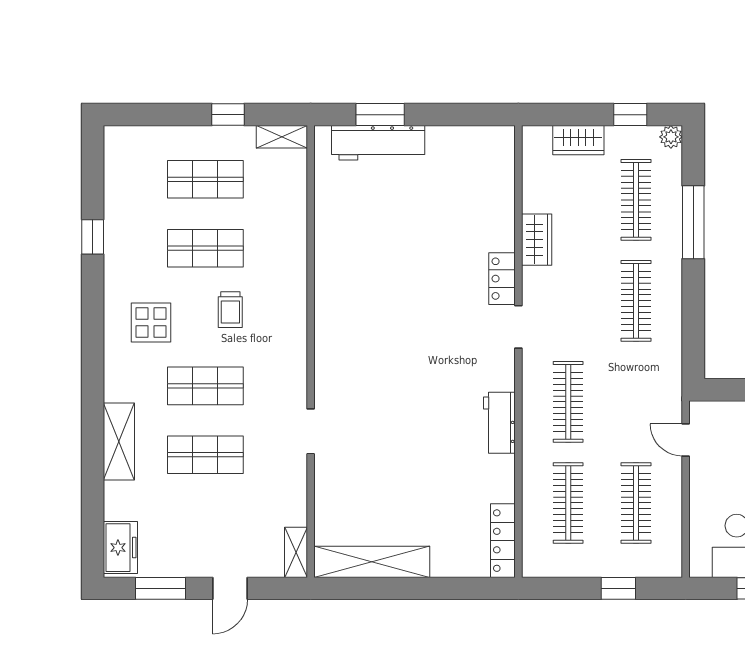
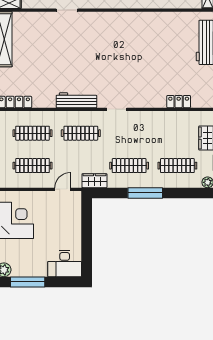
window: (693, 222) -> (145, 193), moved
wardrobe: (537, 240) -> (94, 181), moved, turned 180
locker: (502, 279) -> (179, 102), moved
workbench: (499, 423) -> (76, 100), width x1.38

